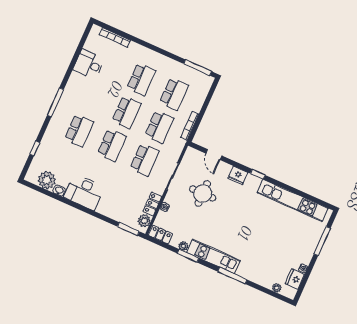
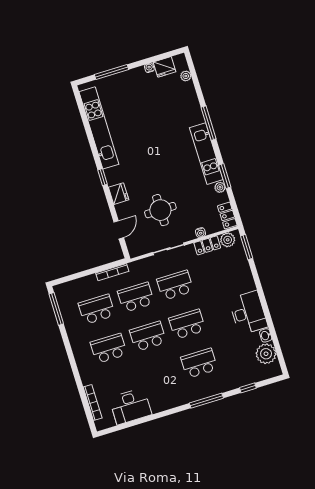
desk: (89, 64) -> (130, 406), width x1.37
window: (55, 102) -> (206, 401), moved

